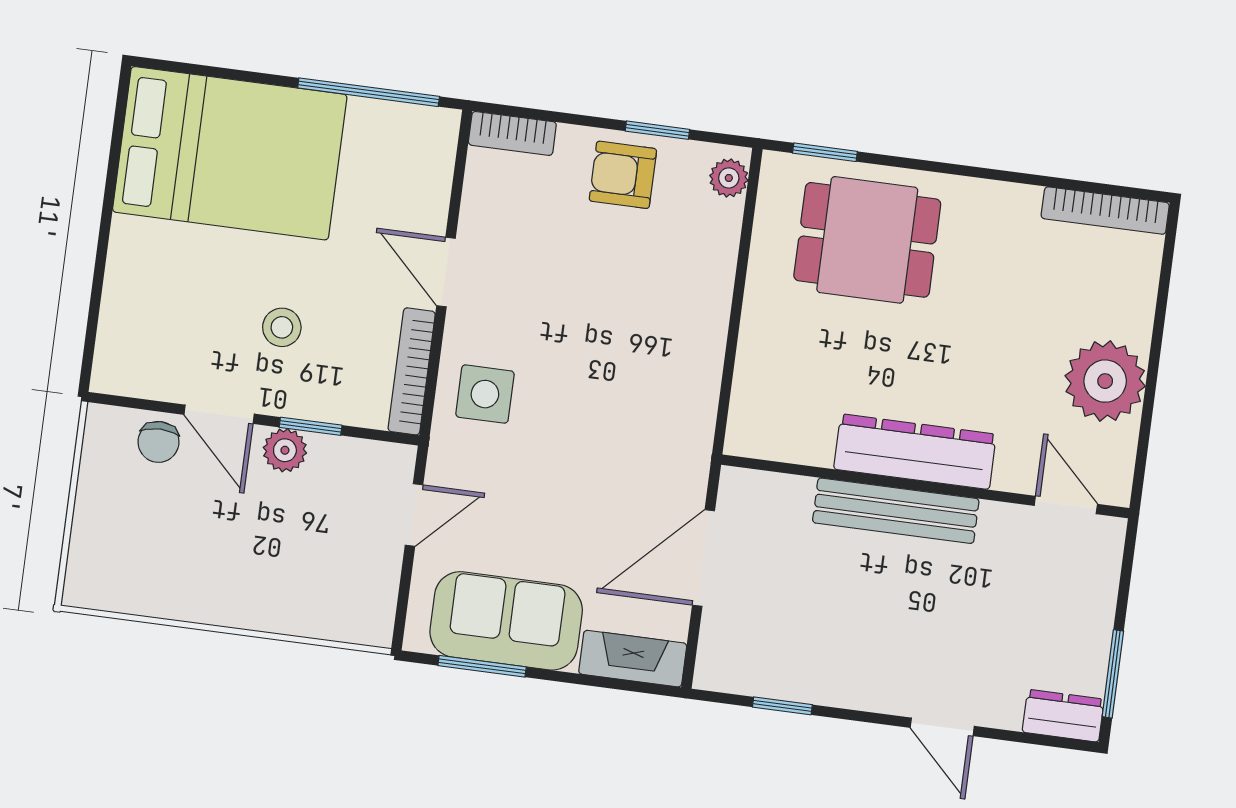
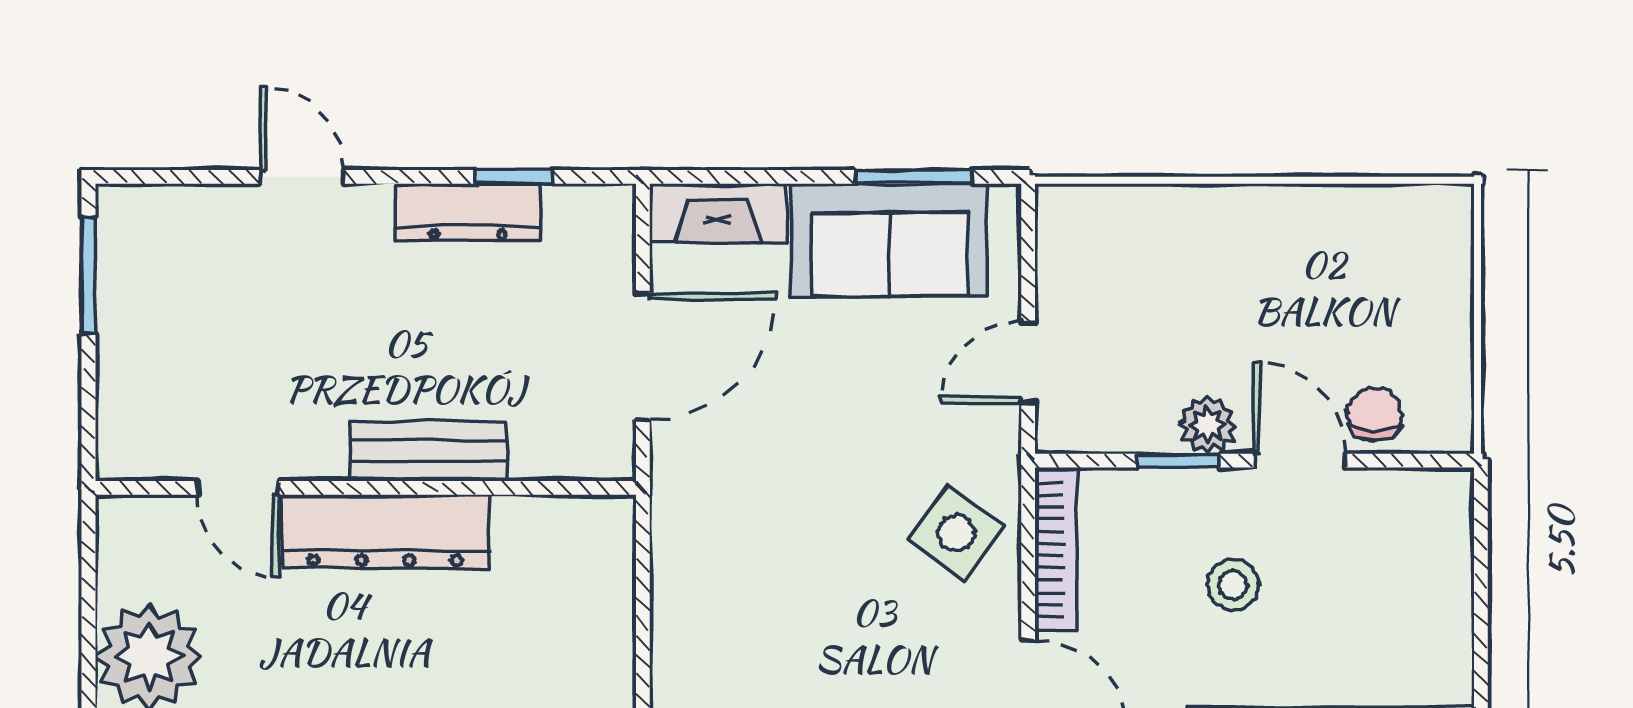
side table: (485, 394) -> (956, 533), turned 36
door: (1066, 505) -> (238, 488), moved
bench: (896, 511) -> (428, 451), width x0.73
dresser: (1063, 716) -> (468, 212), moved, width x1.44

